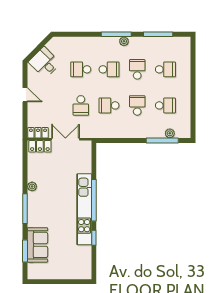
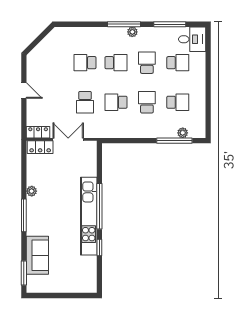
desk: (45, 63) -> (192, 39), moved, turned 135
window: (25, 251) -> (24, 273), moved

